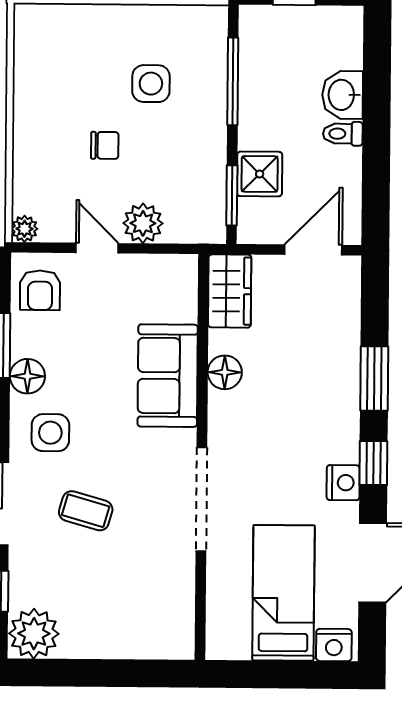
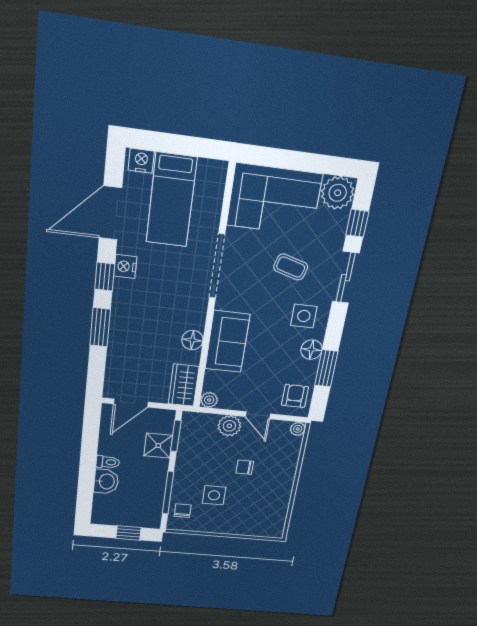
chair: (203, 47) -> (183, 511), added
plant: (184, 268) -> (209, 400), added
corner sofa: (129, 612) -> (274, 200), added

